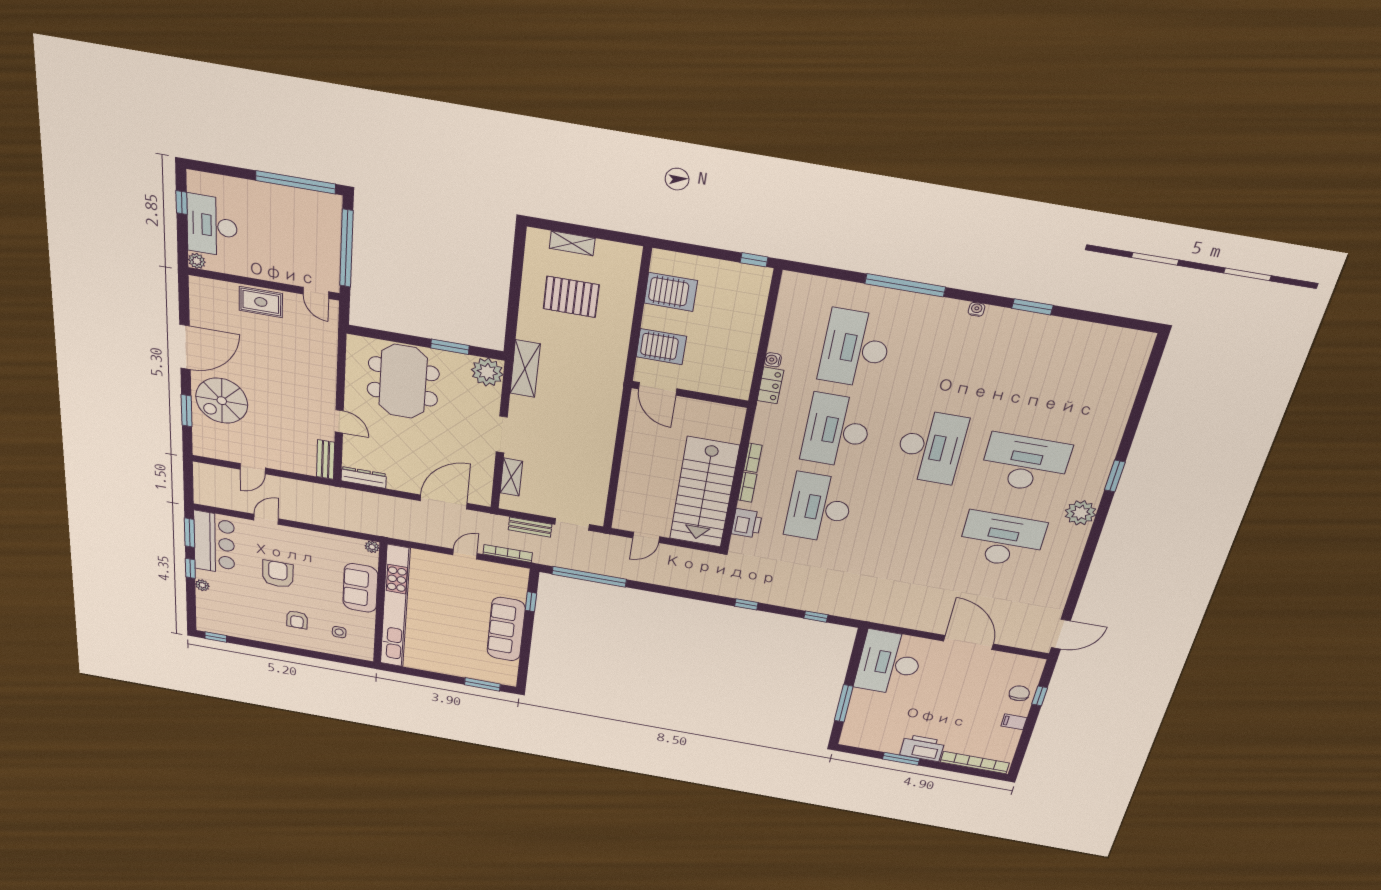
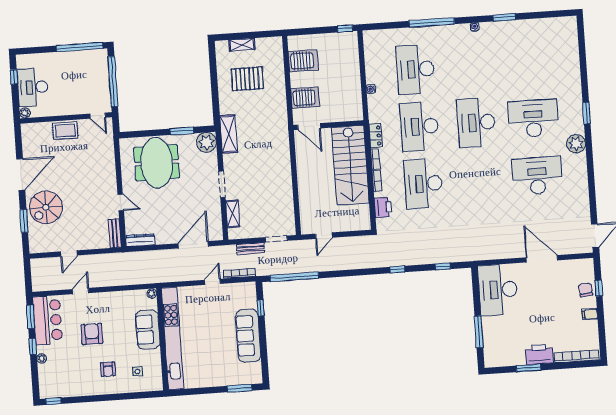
locker: (770, 385) -> (376, 136), moved
desk: (931, 447) -> (476, 122), turned 180
stairs: (704, 493) -> (350, 165), moved

